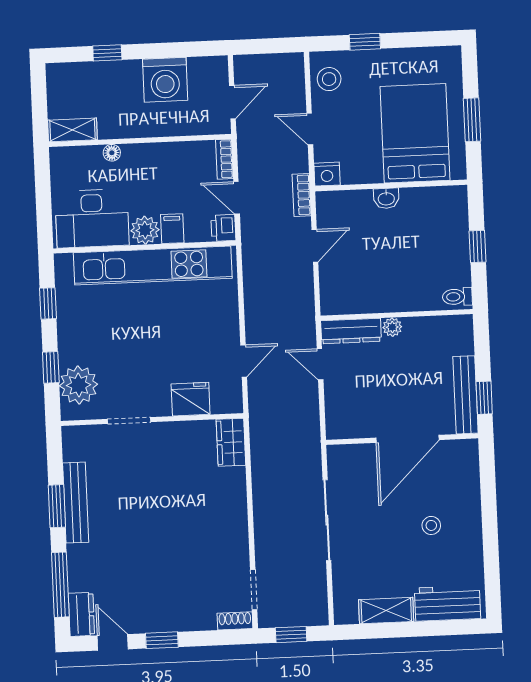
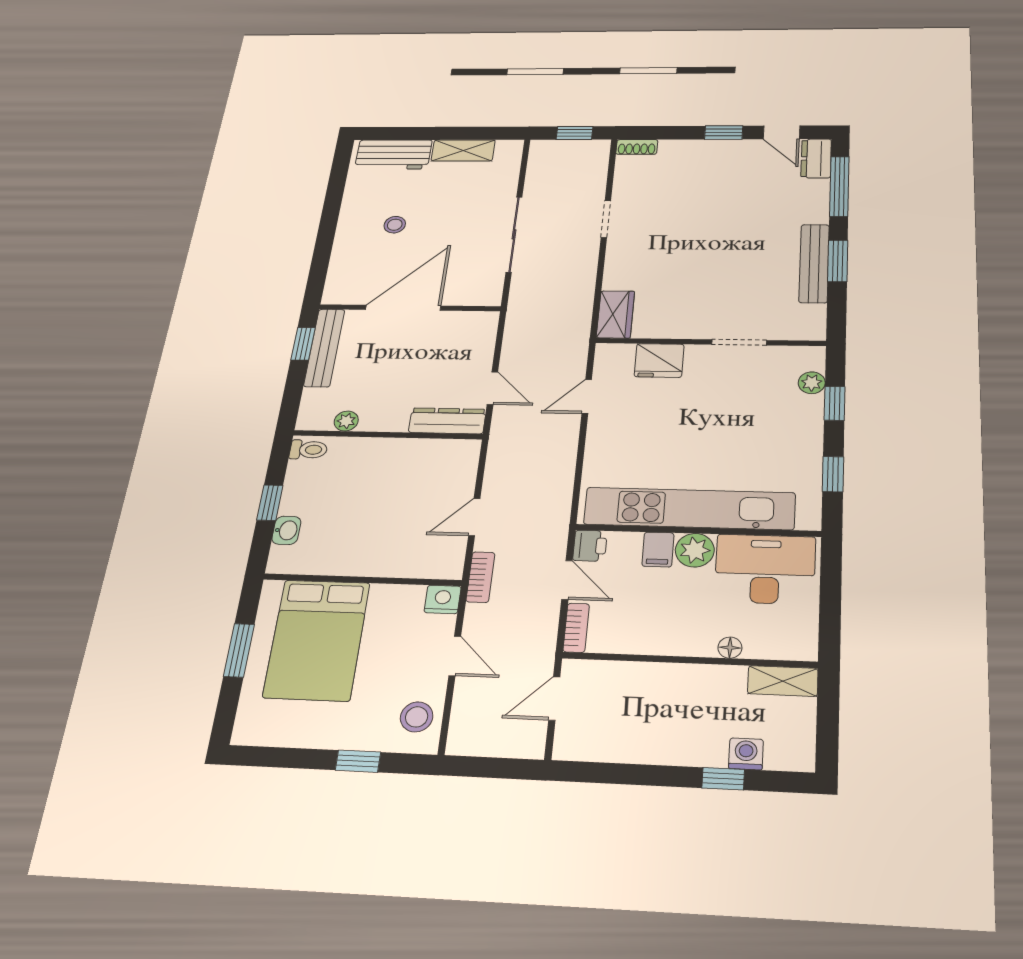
washing machine: (165, 80) -> (746, 754), moved, width x0.53, depth x0.53
washbasin: (386, 198) -> (286, 530), moved, turned 90
plant: (392, 327) -> (346, 421), moved
plant: (79, 385) -> (812, 383), width x0.53, depth x0.53
doorway: (254, 590) -> (606, 219), moved

